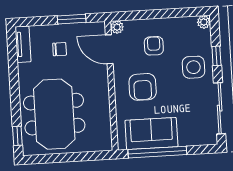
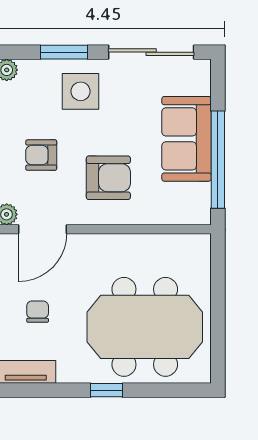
window: (216, 56) -> (64, 52), width x1.50
sofa: (151, 134) -> (186, 139), moved
window: (17, 136) -> (106, 390), moved

